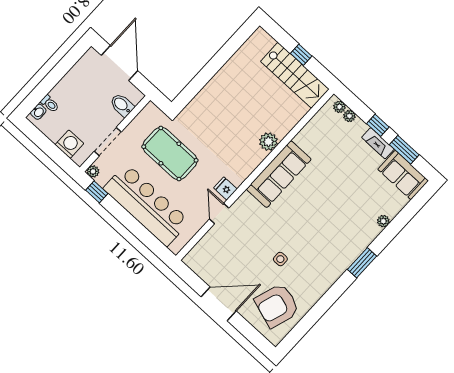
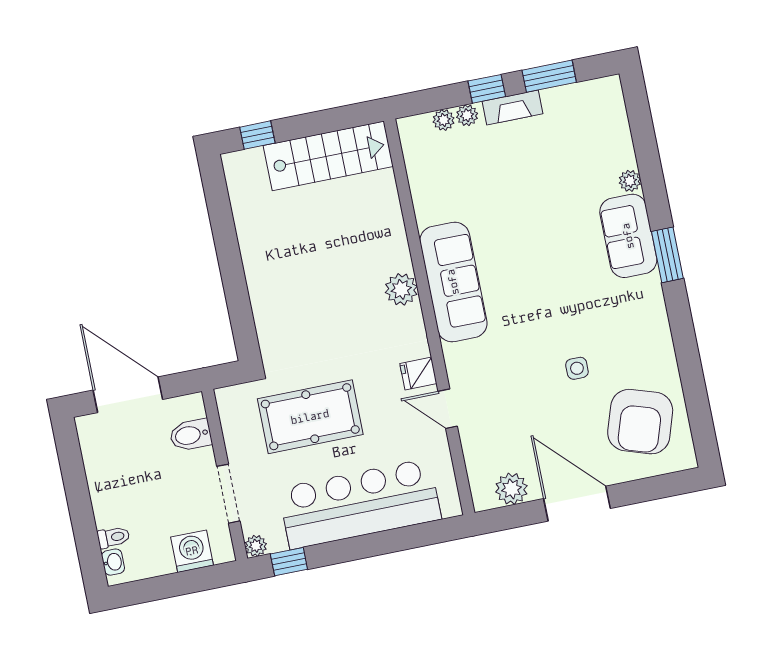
window: (301, 55) -> (257, 135), moved
plant: (339, 107) -> (467, 115), moved
plant: (268, 142) -> (401, 289), moved
sofa: (403, 175) -> (628, 236), moved, turned 90
plant: (204, 269) -> (511, 489), added
door: (219, 304) -> (577, 504), hinge flipped

